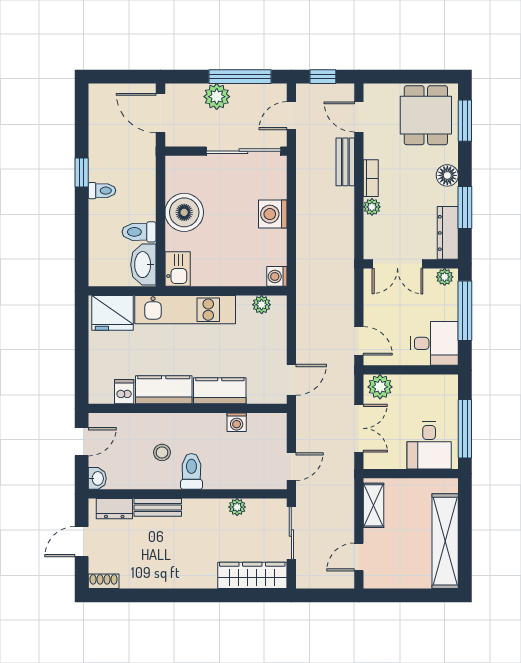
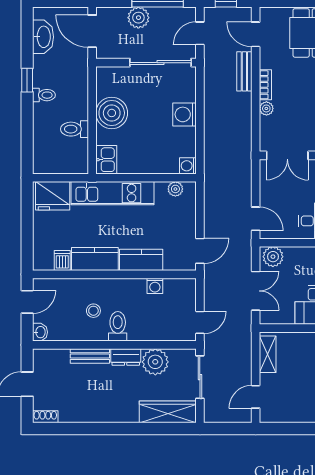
washbasin: (143, 265) -> (43, 37), moved, turned 180
plant: (237, 507) -> (155, 362), width x1.87, depth x1.87
dresser: (114, 509) -> (126, 357), moved

